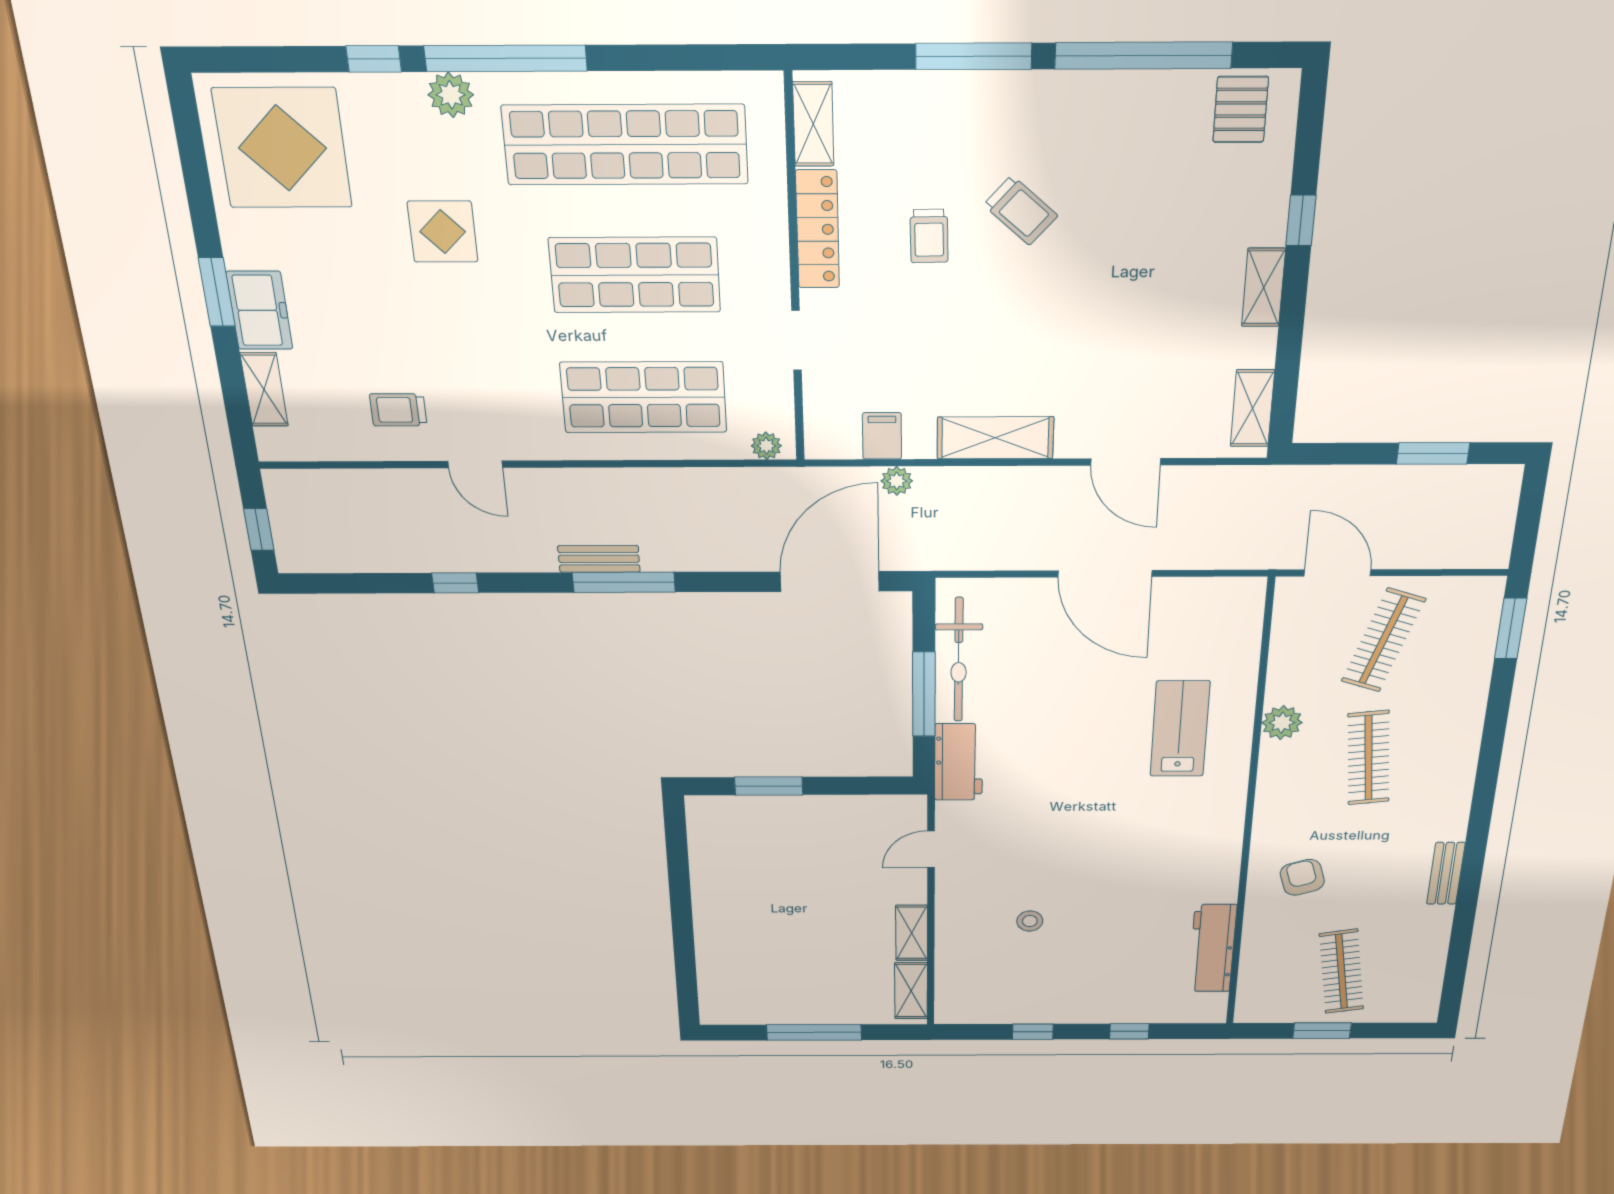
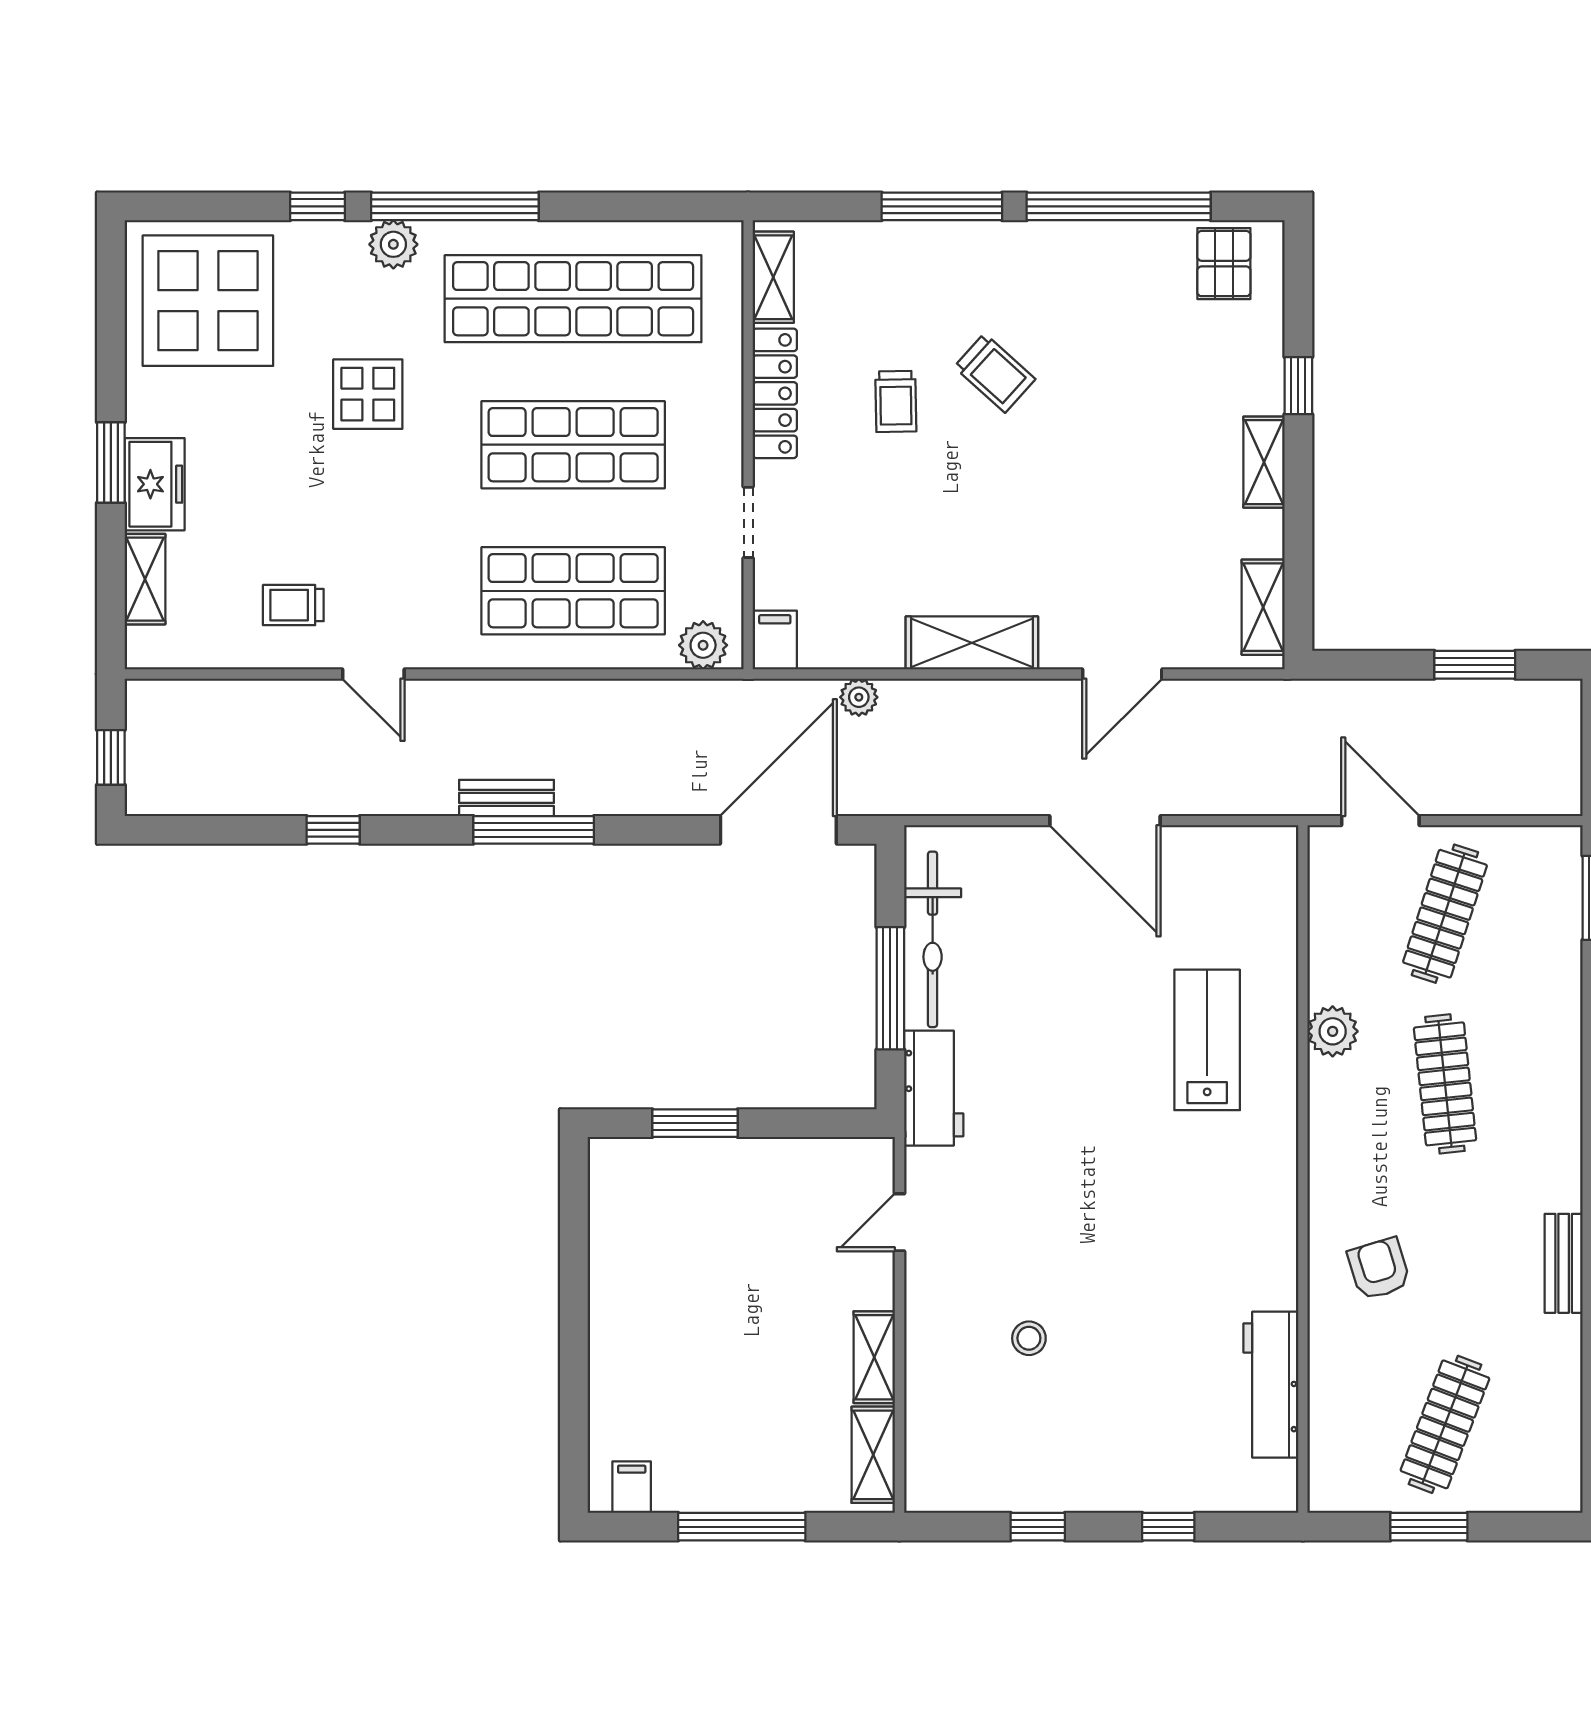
filing cabinet: (882, 436) -> (775, 640), moved
plant: (766, 446) -> (703, 645), width x1.38, depth x1.38
door: (1126, 462) -> (1122, 674), hinge flipped
clothes rail: (1341, 972) -> (1445, 1424), turned 30
filing cabinet: (731, 1010) -> (632, 1487), added

